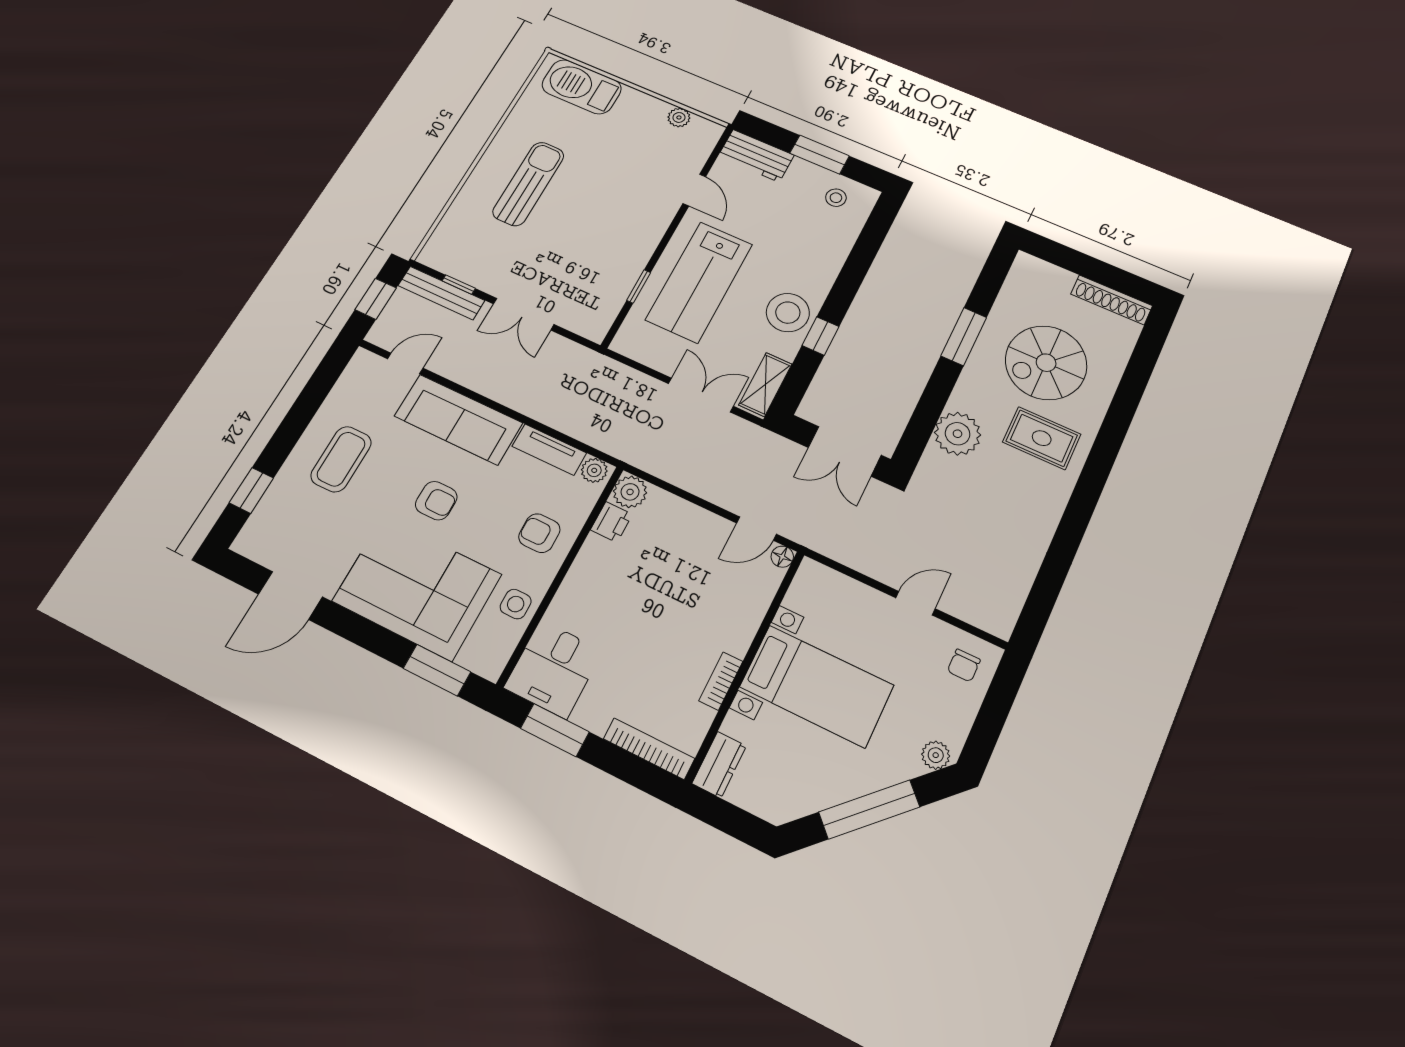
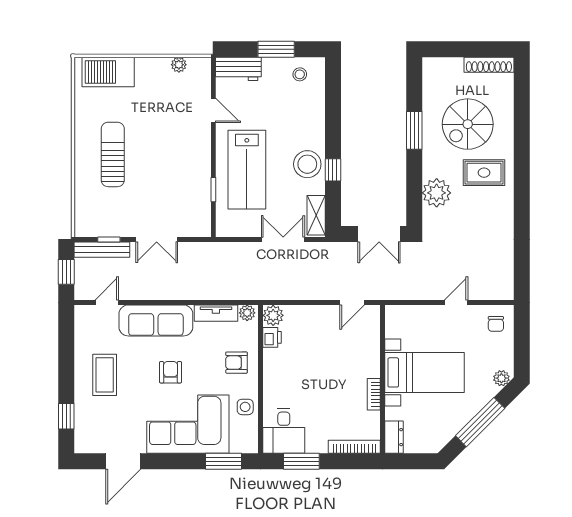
armchair: (436, 501) -> (171, 372), turned -90
floor lamp: (782, 557) -> (374, 311), removed

